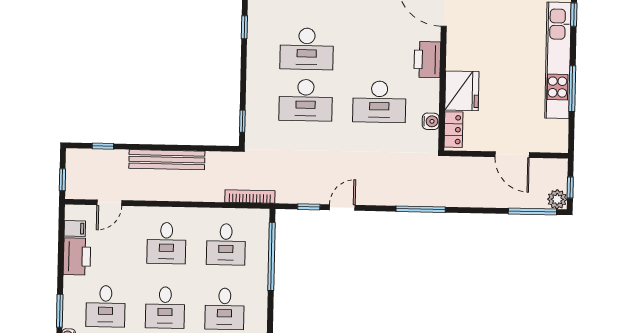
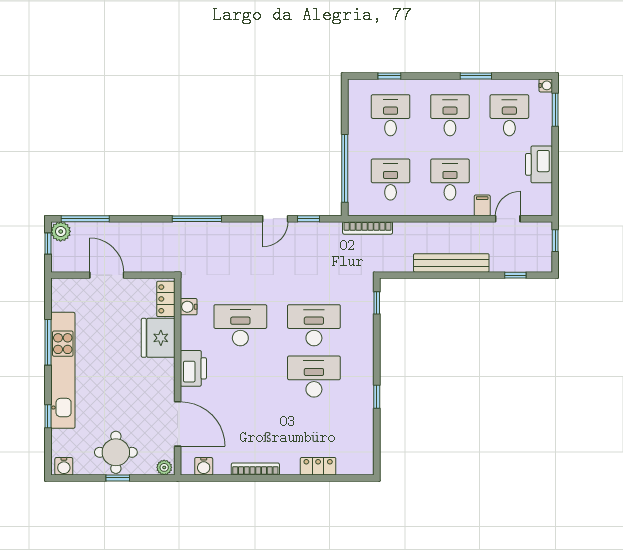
filing cabinet: (75, 228) -> (482, 205), moved, turned 90

